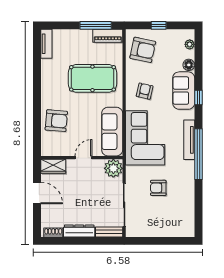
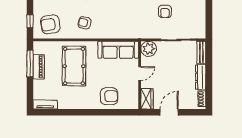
window: (159, 25) -> (30, 21), moved
piano: (108, 36) -> (39, 67), moved
armchair: (143, 50) -> (50, 24), turned -111
armchair: (56, 121) -> (109, 96), turned 85
corner sofa: (145, 138) -> (123, 22), removed
door: (83, 158) -> (140, 74), swing flipped

